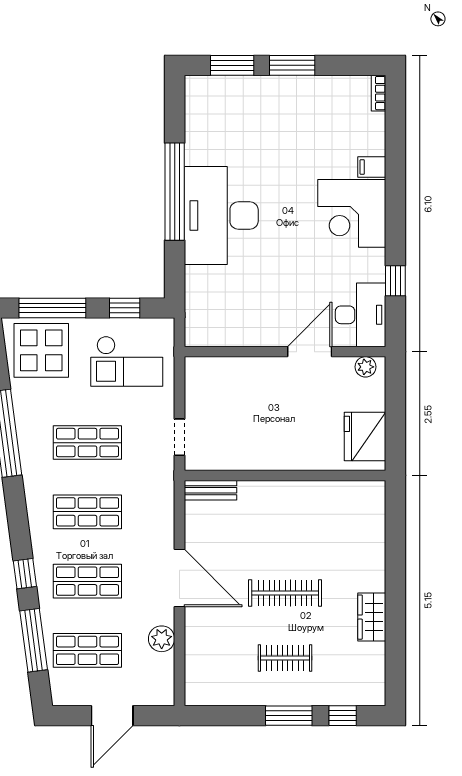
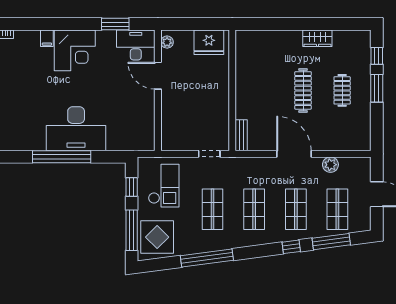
window: (395, 281) -> (115, 24), width x1.50
door: (179, 578) -> (294, 154), hinge flipped

